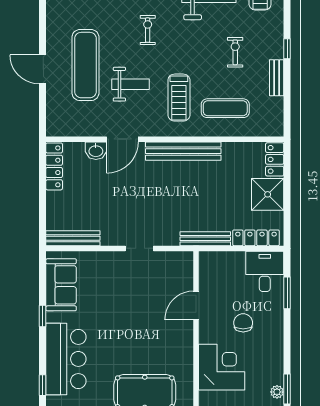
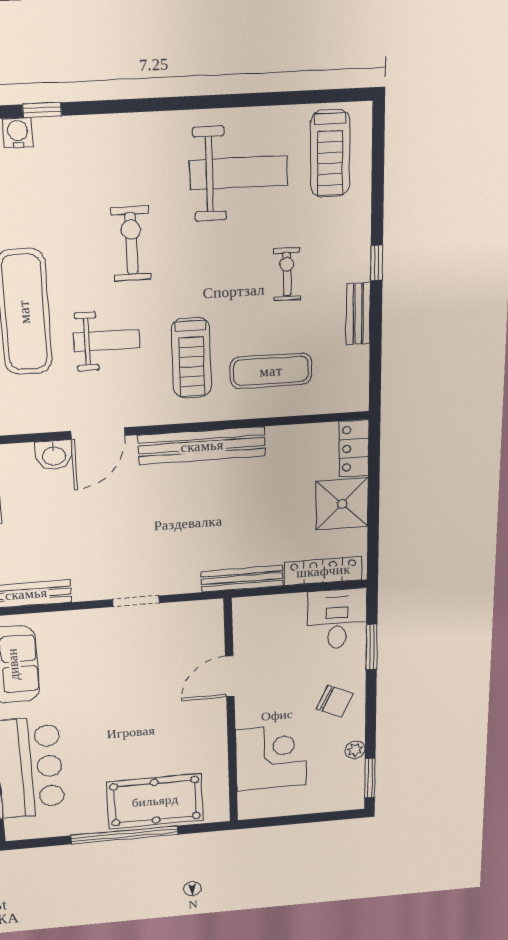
exercise bike: (148, 30) -> (131, 244), width x1.38, depth x1.39
chair: (243, 323) -> (335, 701), moved, turned 115
plant: (277, 392) -> (355, 750), moved

